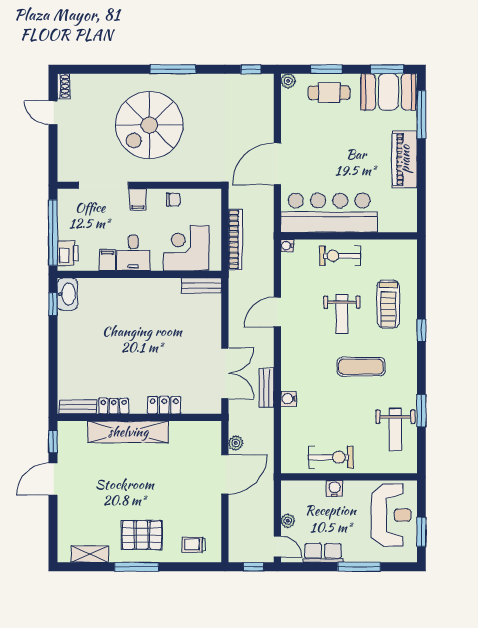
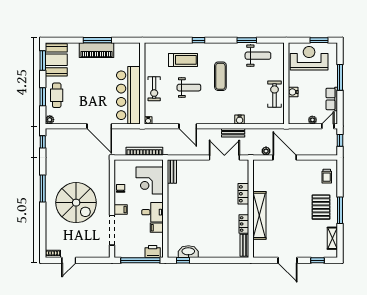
window: (421, 114) -> (97, 40), moved
washbasin: (67, 294) -> (188, 252), moved
window: (53, 442) -> (318, 260), moved

